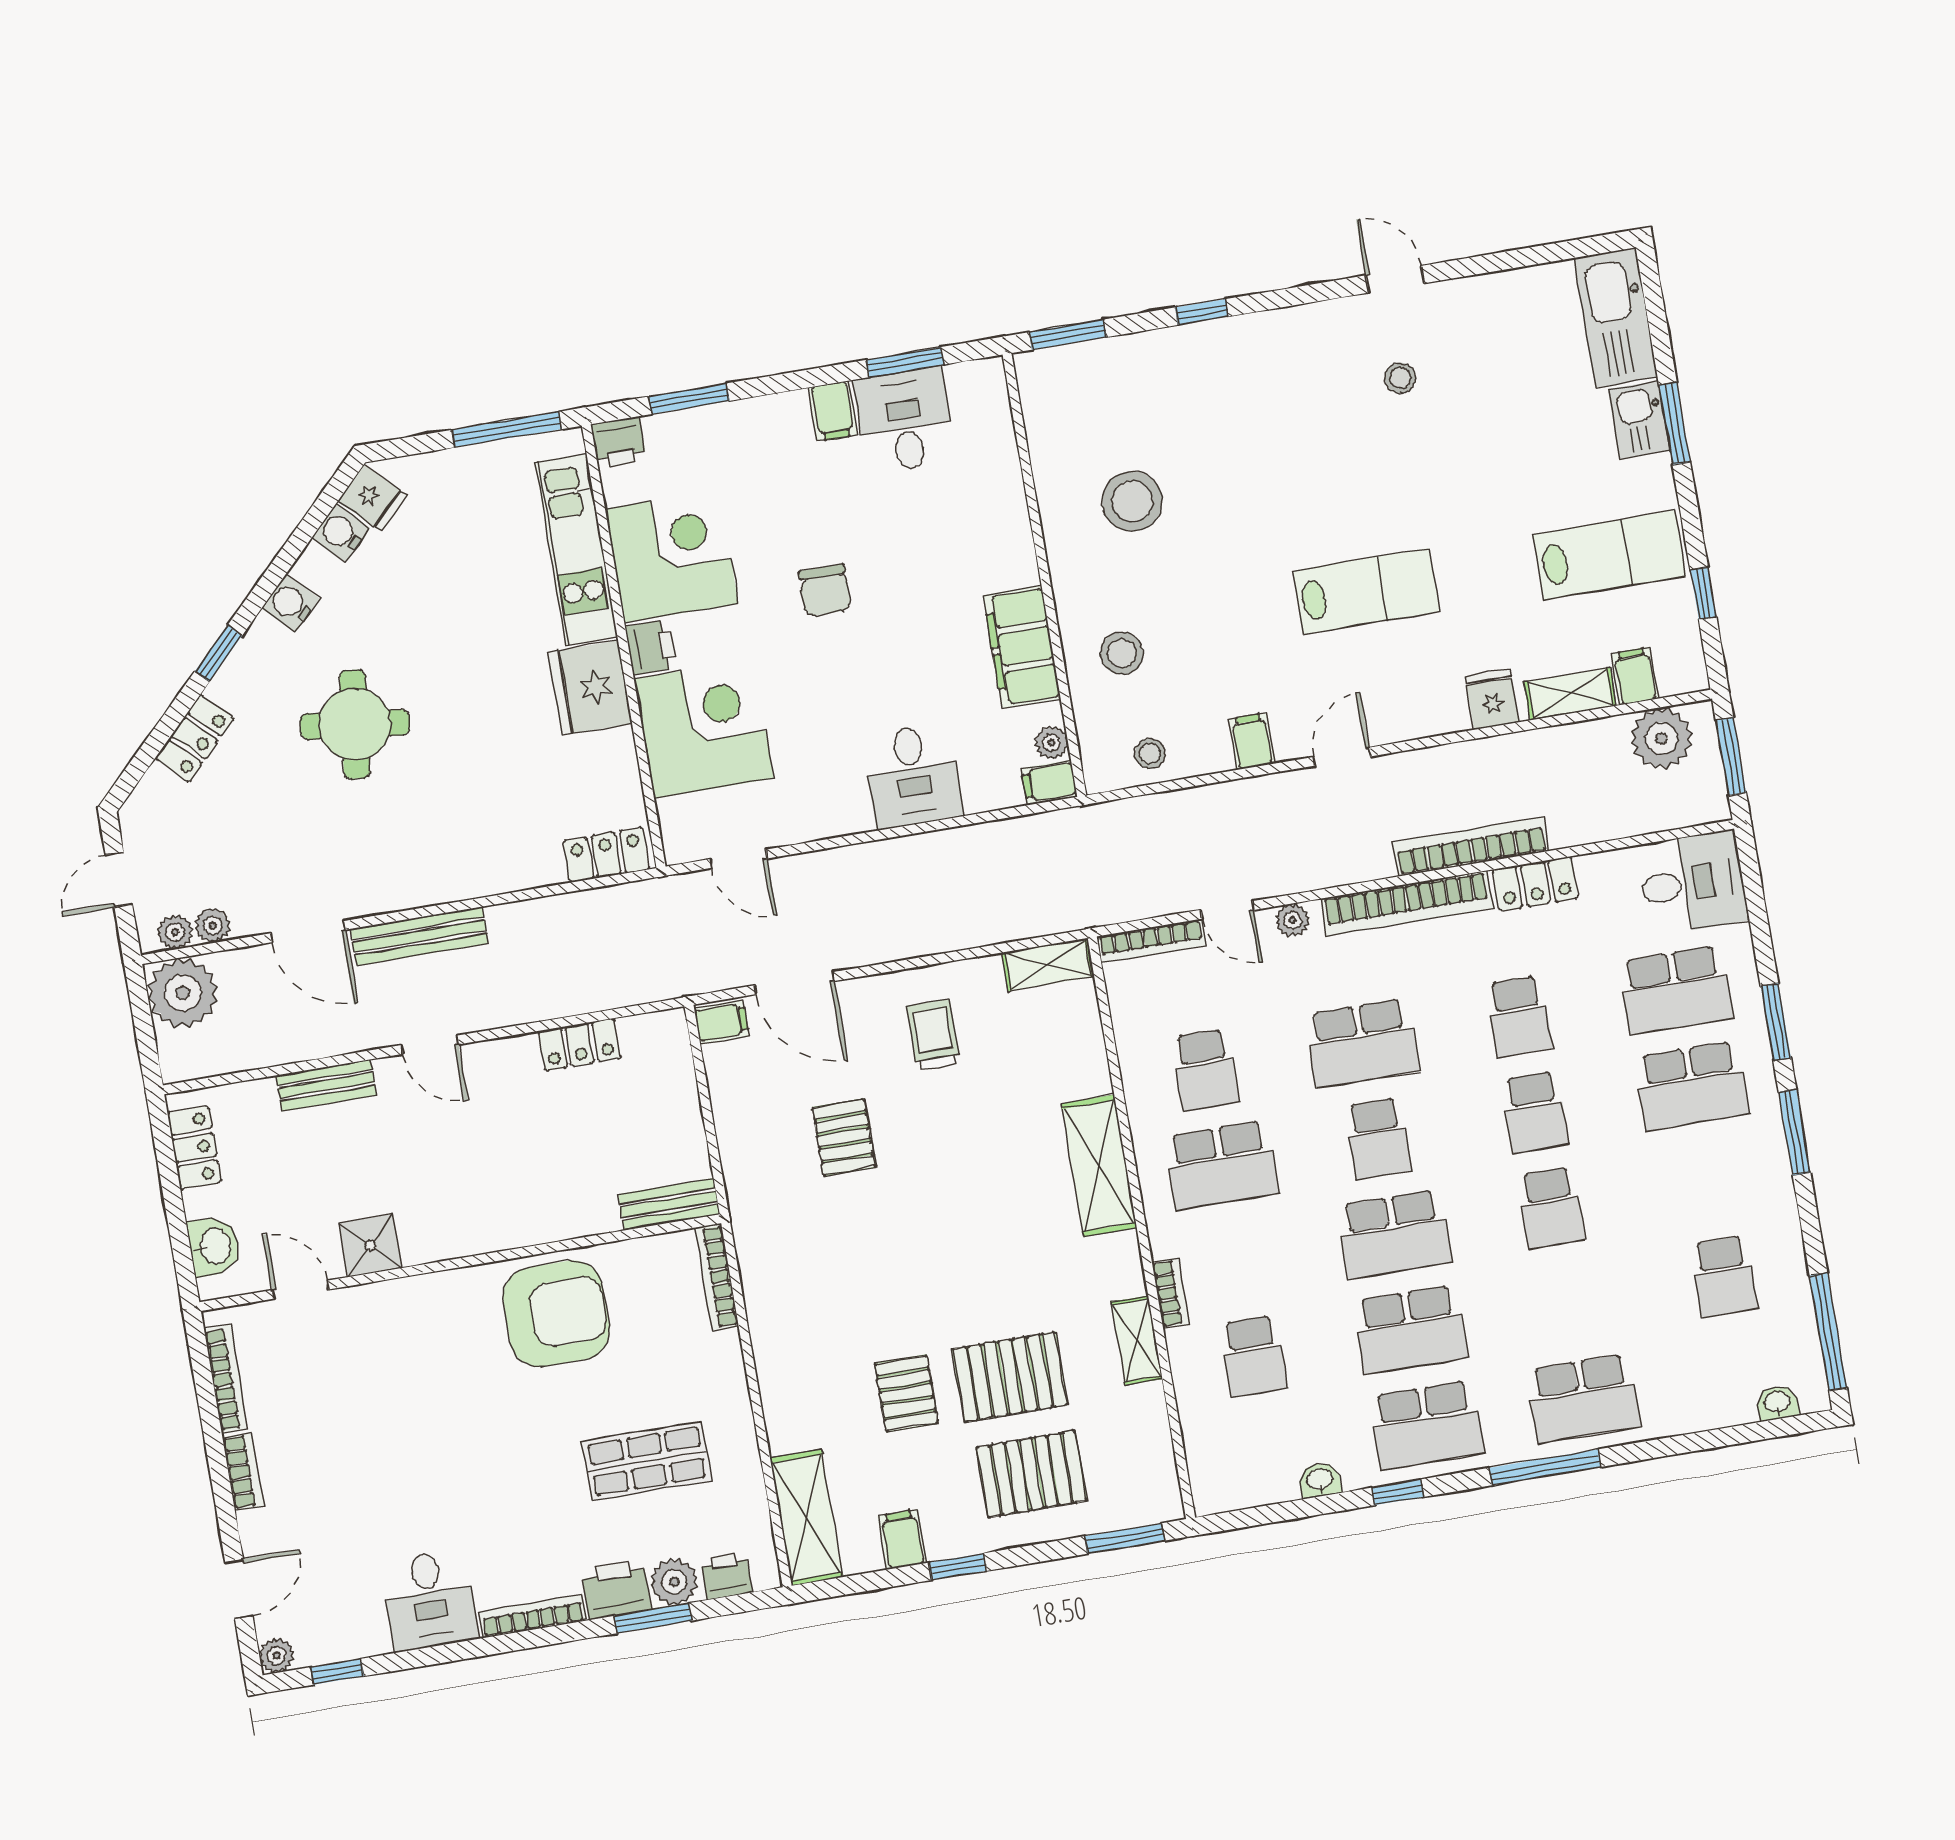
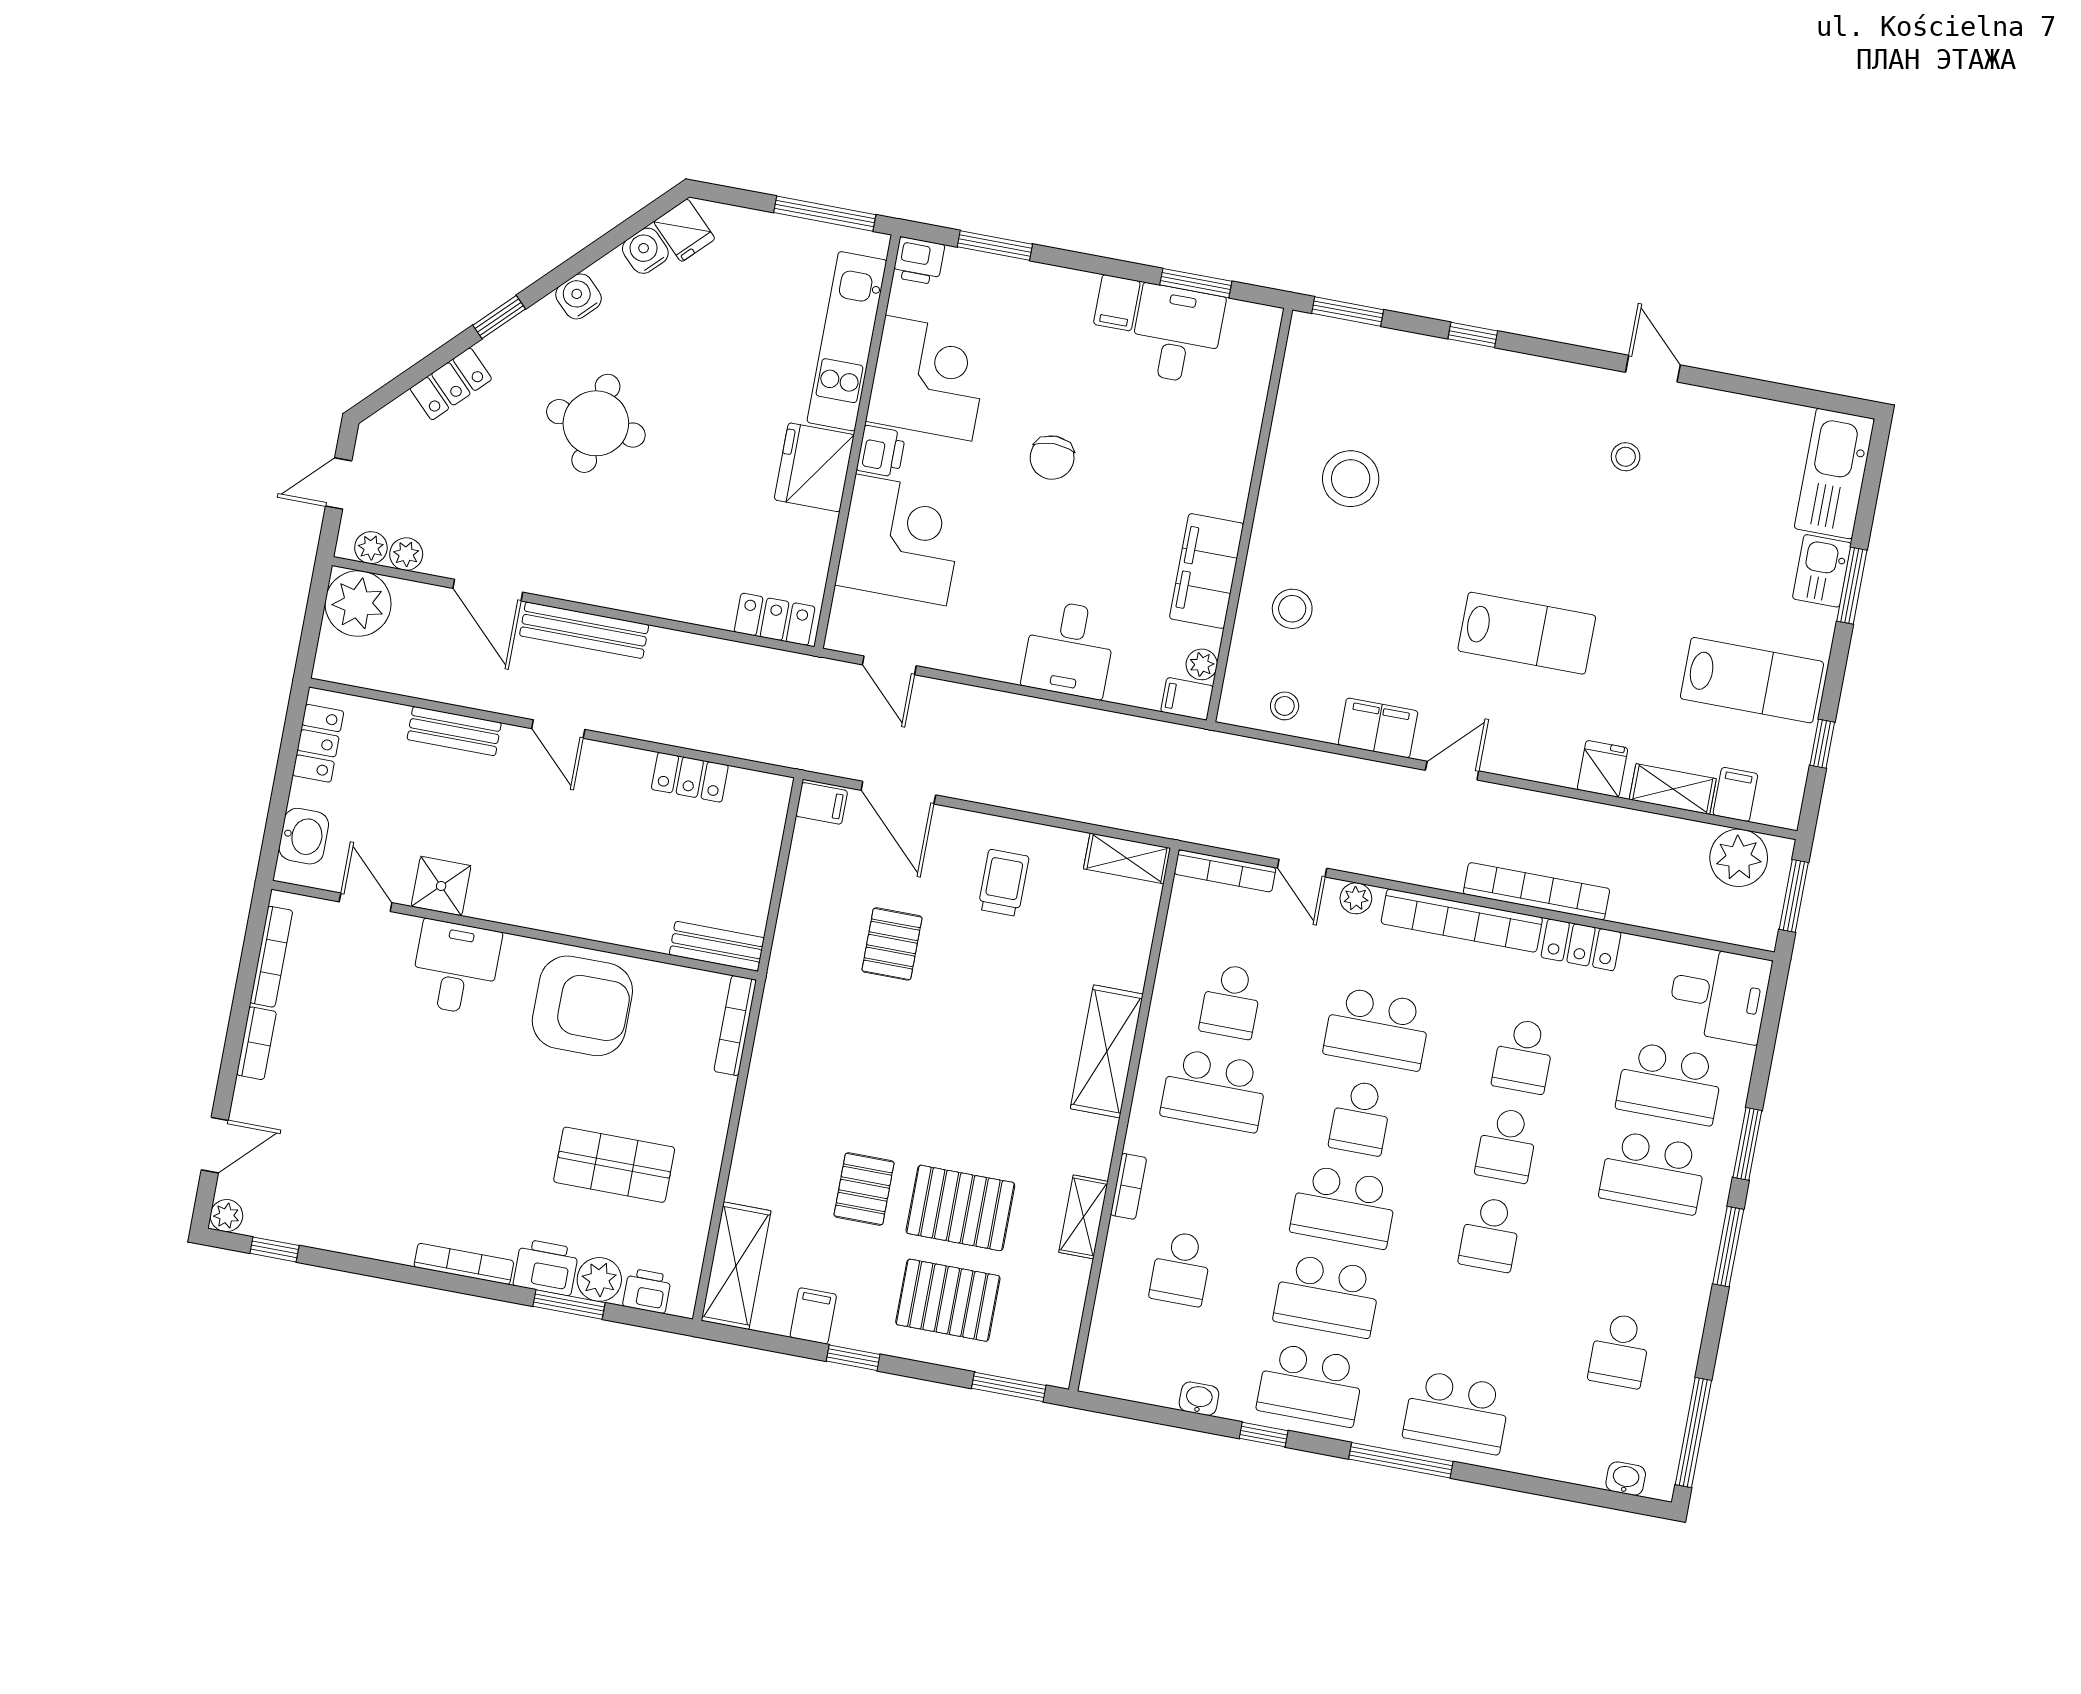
filing cabinet: (1252, 741) -> (1378, 728), width x2.00
desk: (430, 1600) -> (456, 968), moved, turned 180

